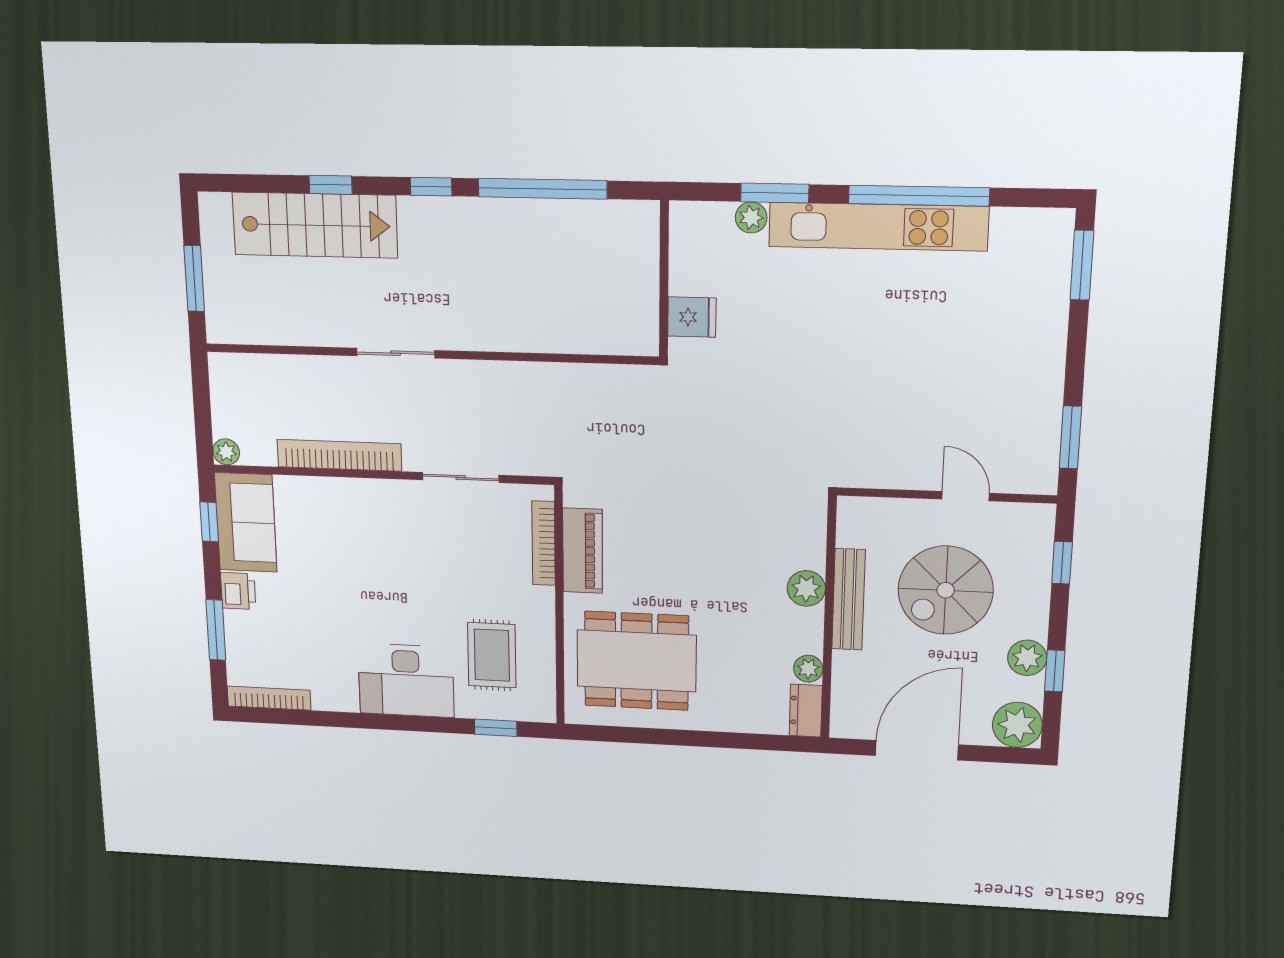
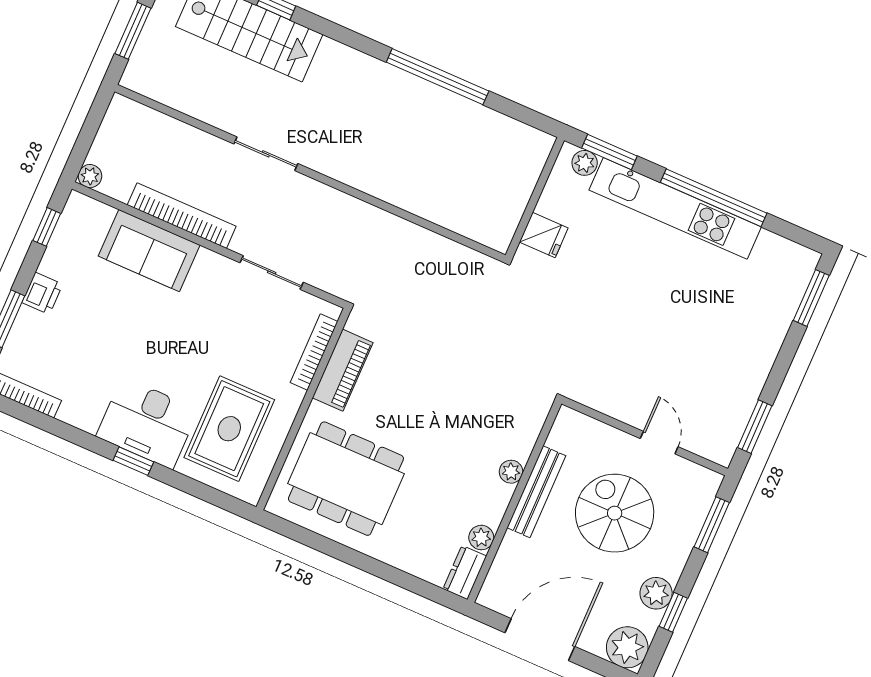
window: (431, 187) -> (353, 40), removed
wall: (664, 279) -> (535, 198), moved
fridge: (692, 317) -> (544, 235), moved
sofa: (246, 523) -> (149, 251), moved, turned 90
window: (1062, 563) -> (712, 525), width x1.50
plant: (806, 588) -> (511, 472), width x0.73, depth x0.73
spiral stairs: (946, 590) -> (615, 513), turned 90
rug: (492, 655) -> (229, 429), width x1.36, depth x1.43
window: (496, 728) -> (133, 461), moved

